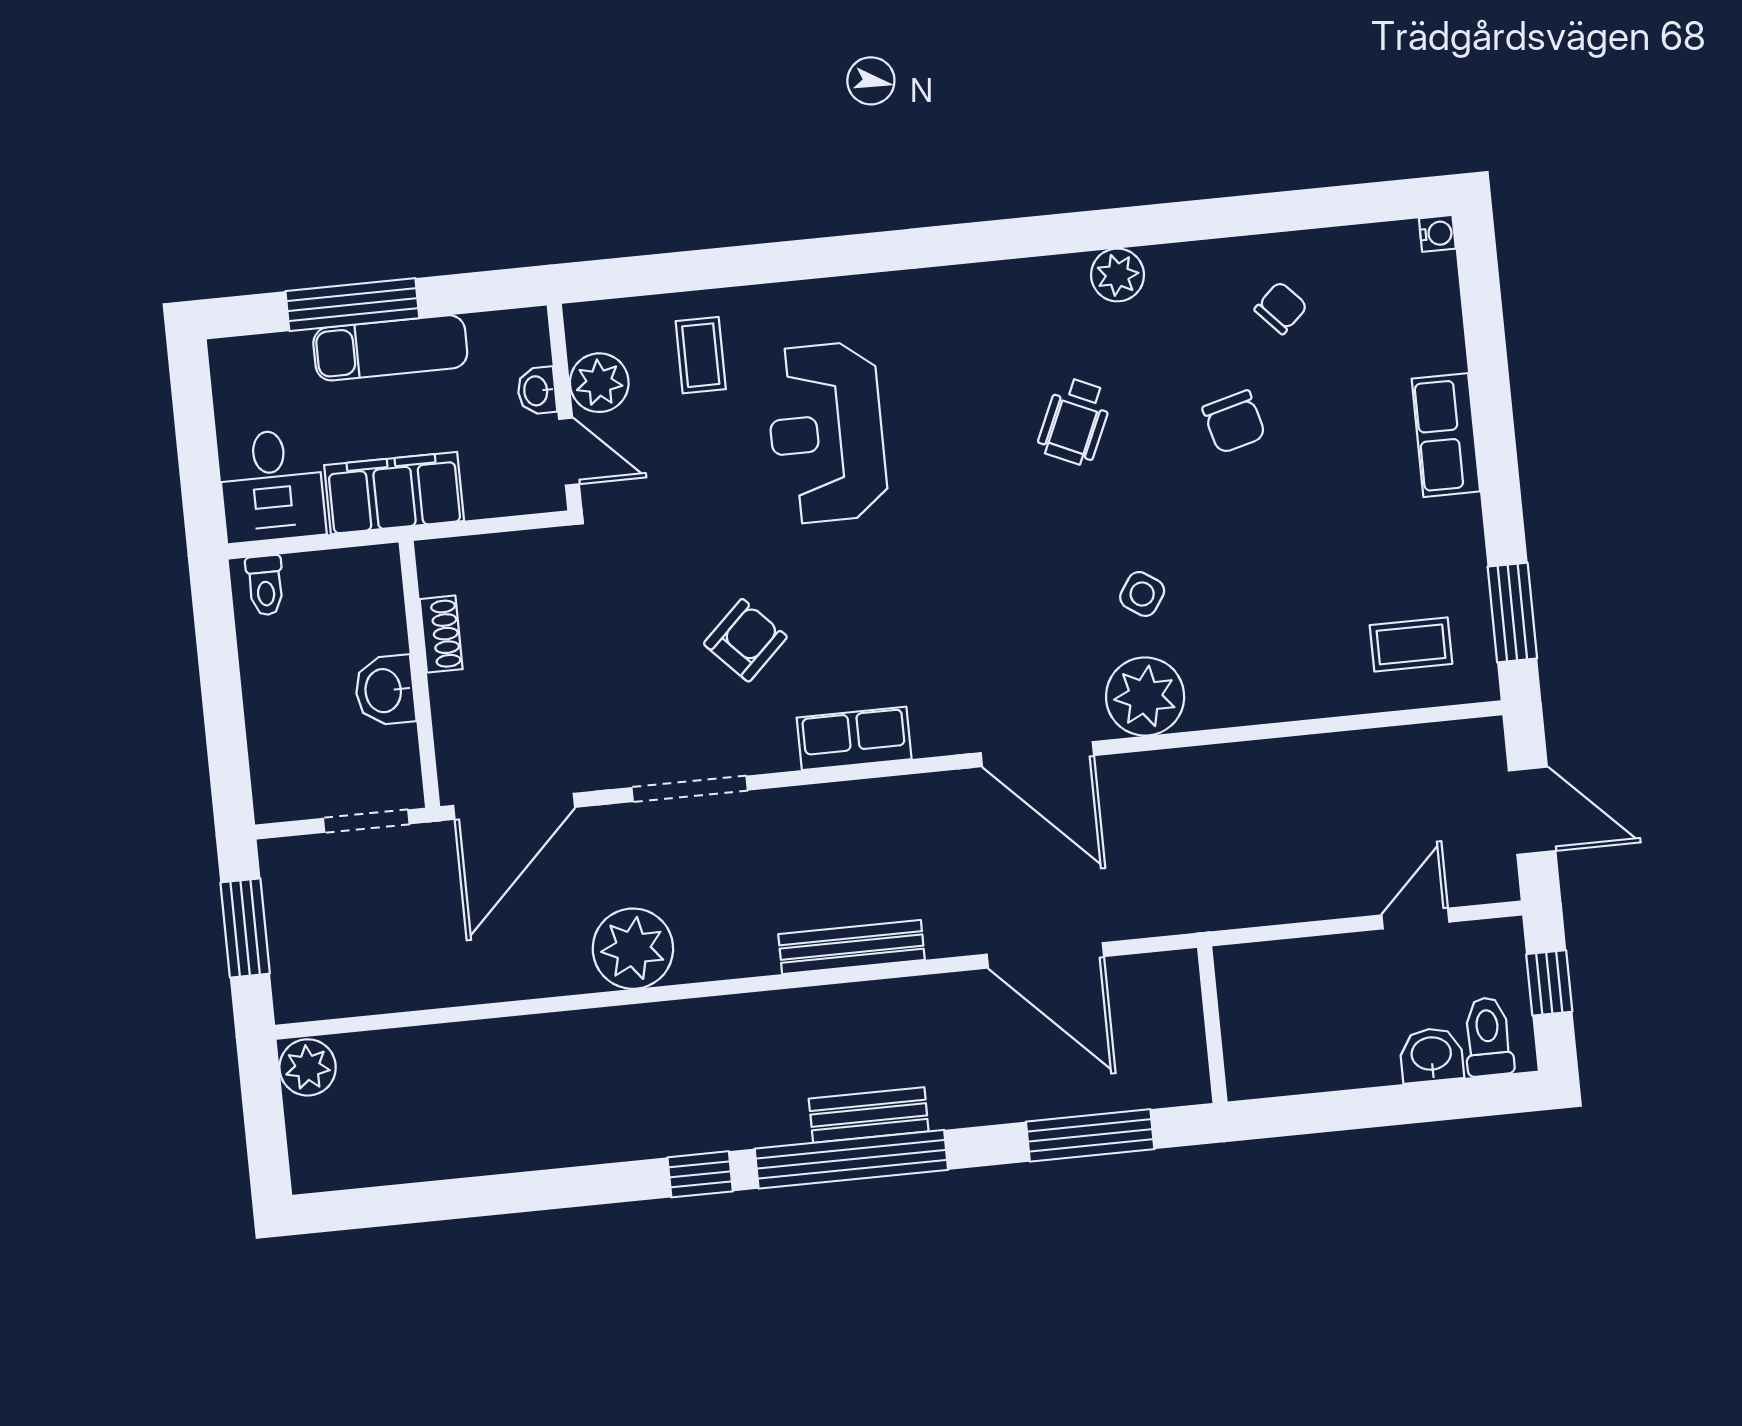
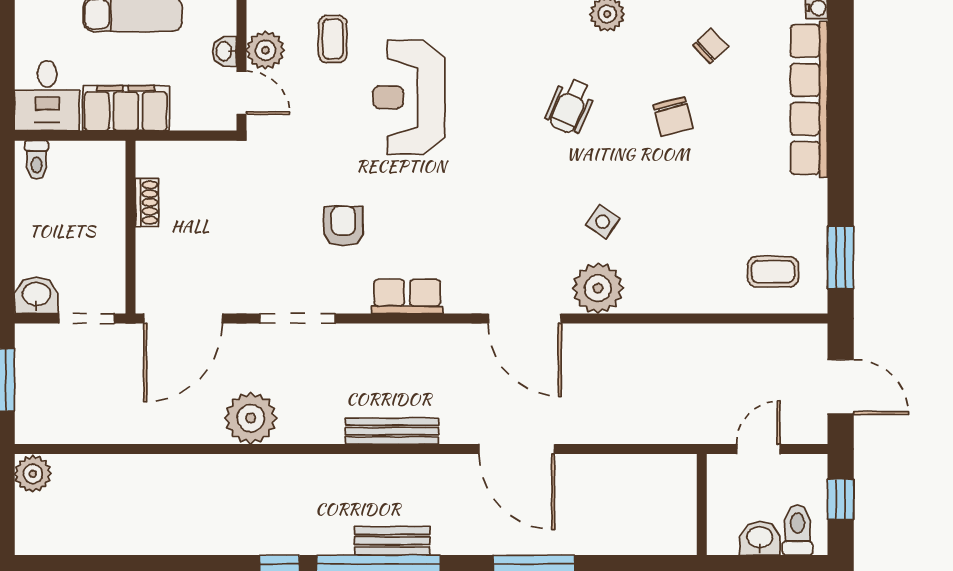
row of seats: (1446, 435) -> (809, 99), width x2.02
armchair: (745, 640) -> (343, 226), turned -46
washbasin: (385, 690) -> (36, 295), moved, turned 90
wall: (1212, 1025) -> (702, 505), moved

